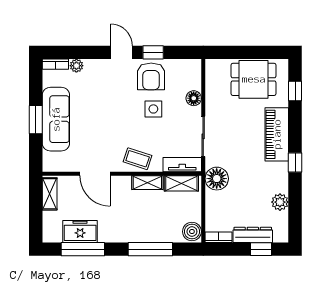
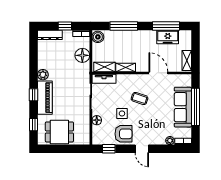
window: (153, 52) -> (109, 149), moved
armchair: (151, 76) -> (123, 134), turned 90
window: (36, 120) -> (195, 107), width x2.11
coffee table: (138, 159) -> (140, 98), moved
window: (295, 162) -> (33, 95), moved
floor lamp: (217, 179) -> (82, 55), moved
plant: (280, 202) -> (43, 75), moved
dresser: (253, 235) -> (50, 35), moved
window: (261, 249) -> (65, 26), moved

